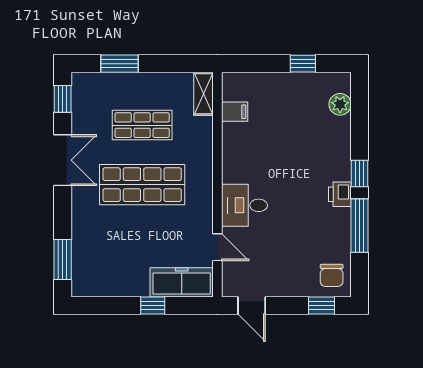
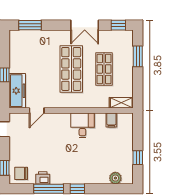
printer: (340, 194) -> (43, 178), moved
desk: (244, 205) -> (82, 125), moved

